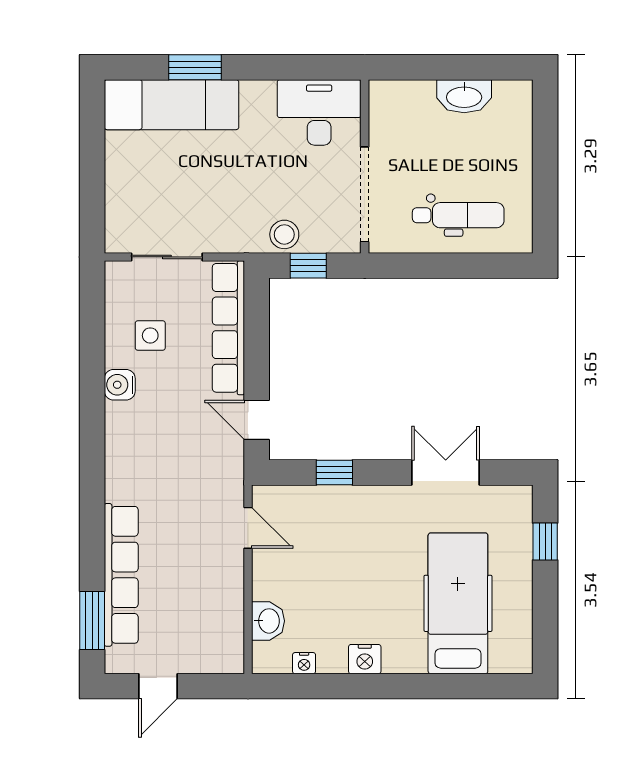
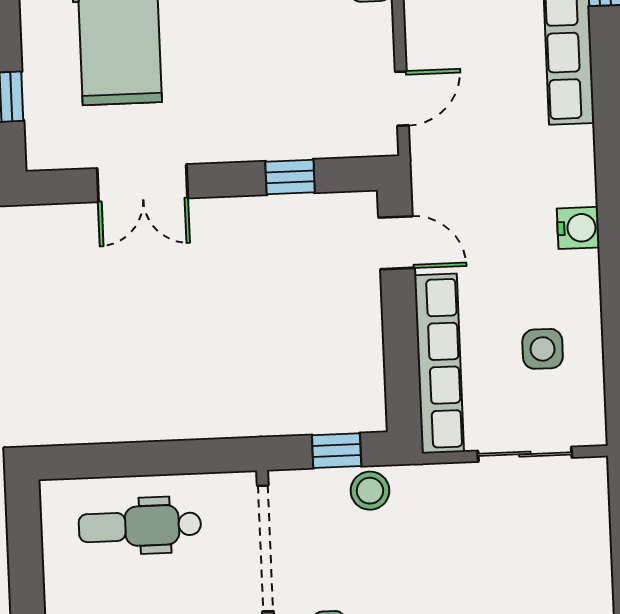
water cooler: (120, 385) -> (578, 228), moved
door: (248, 528) -> (402, 99), swing flipped

